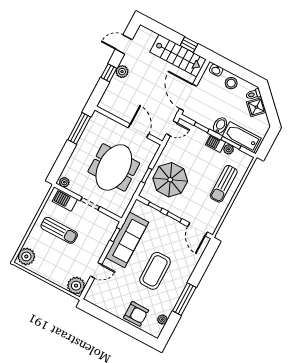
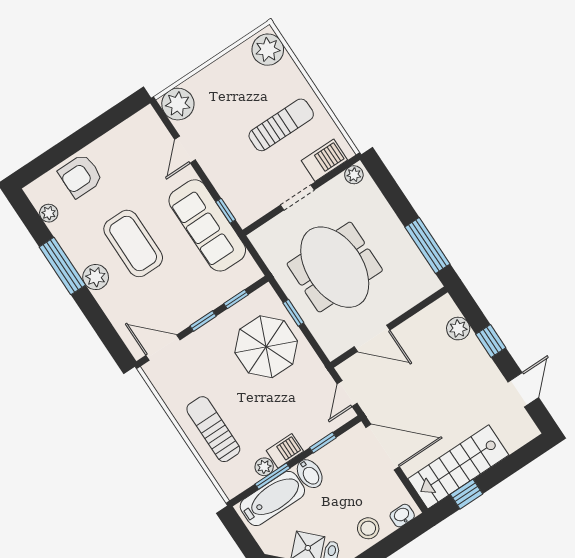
plant: (122, 72) -> (458, 329), moved
sun lounger: (59, 230) -> (281, 125), turned 180
plant: (181, 280) -> (96, 277), added

